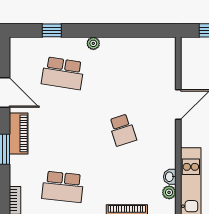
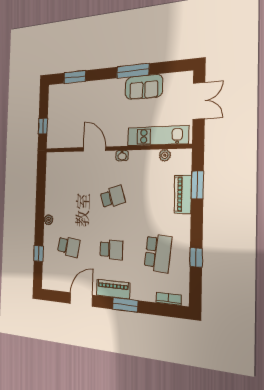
school desk: (63, 73) -> (69, 247), width x0.54
school desk: (63, 130) -> (111, 250), added
washbasin: (170, 177) -> (122, 156), moved

